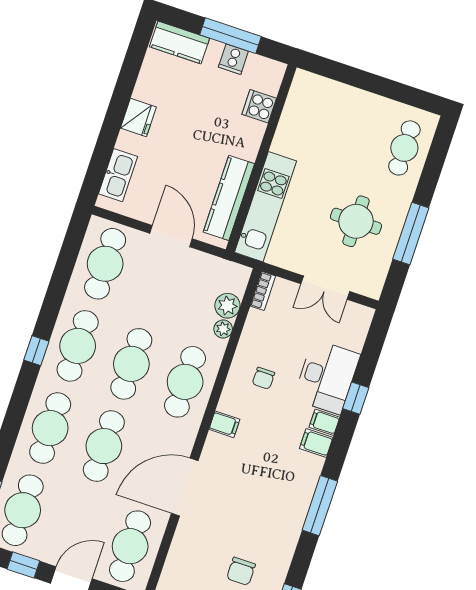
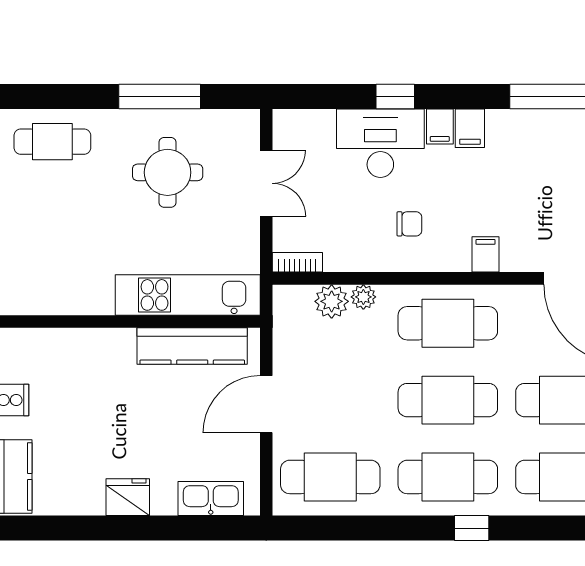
cooker: (259, 106) -> (61, 347), removed

